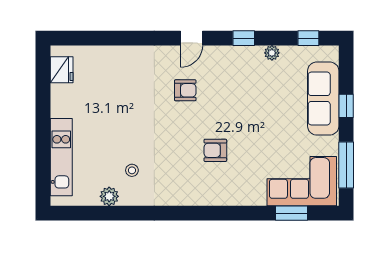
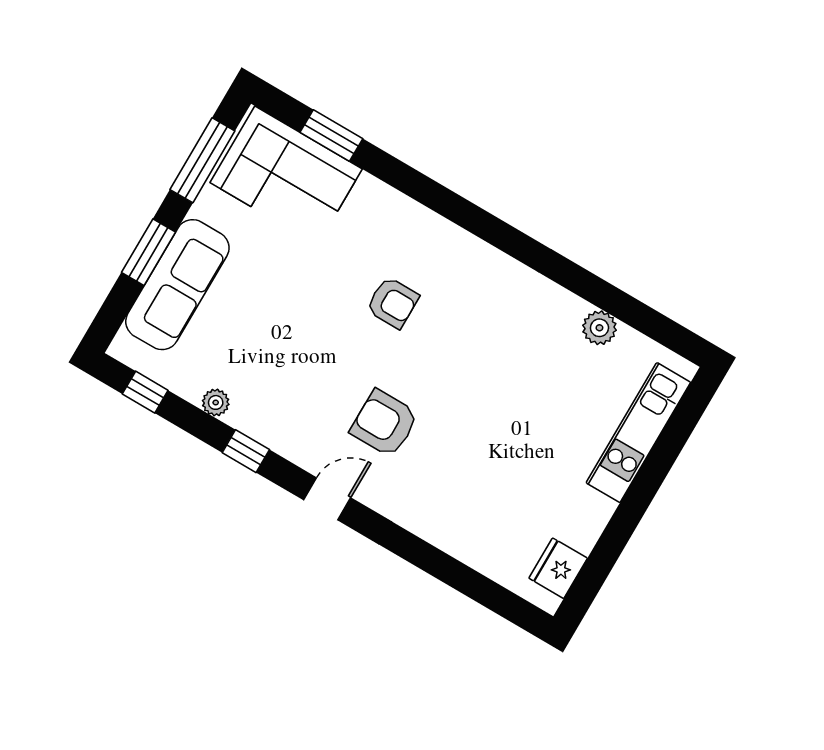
armchair: (185, 90) -> (384, 423), width x1.38, depth x1.38
window: (346, 106) -> (149, 252), width x1.50
stool: (132, 170) -> (540, 348), removed

